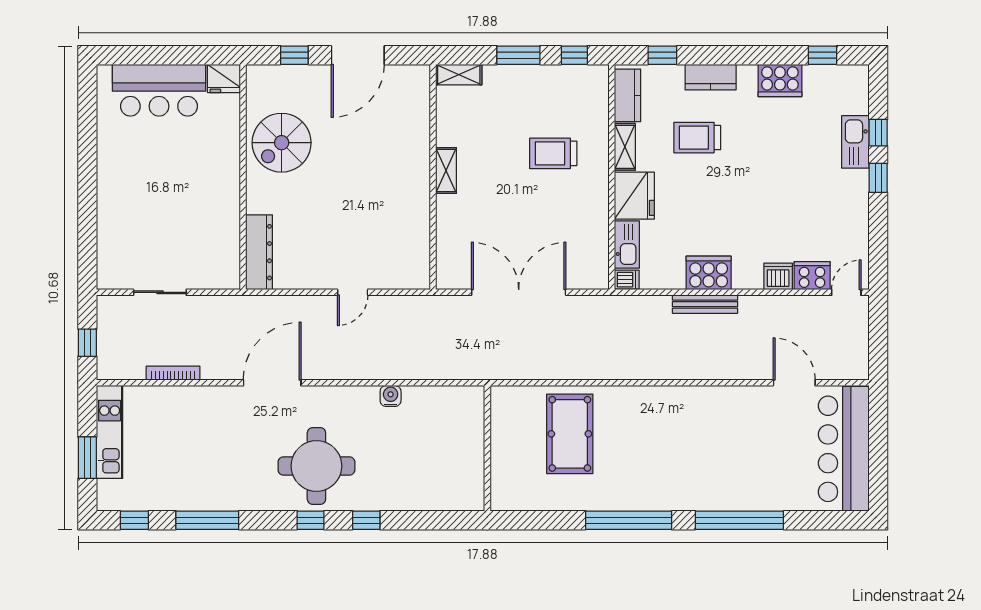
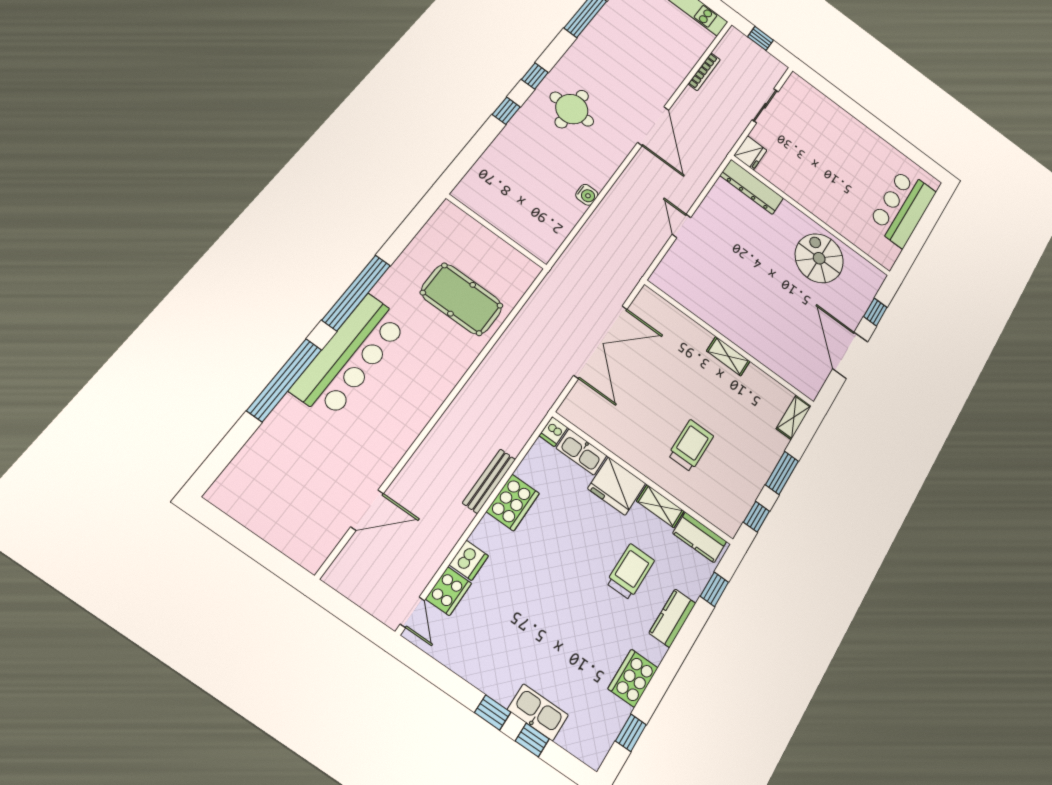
fridge: (224, 78) -> (750, 153), moved, turned 180
bar counter: (844, 449) -> (350, 356), moved, turned 90
round table: (316, 466) -> (572, 109), width x0.73, depth x0.73

